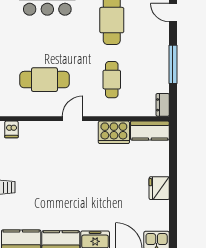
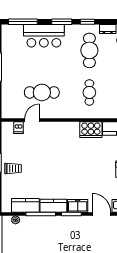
door: (72, 119) -> (32, 120), moved

